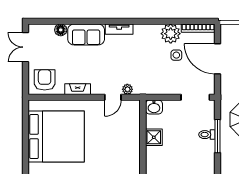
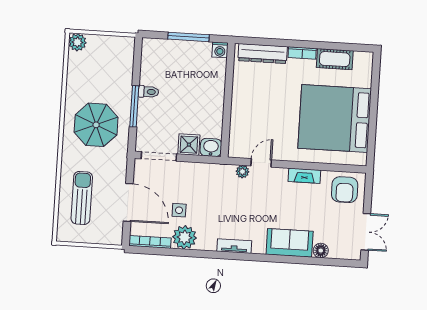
tv unit: (119, 29) -> (234, 246), moved
toilet: (207, 135) -> (148, 92), moved
shower: (154, 137) -> (189, 145), moved

